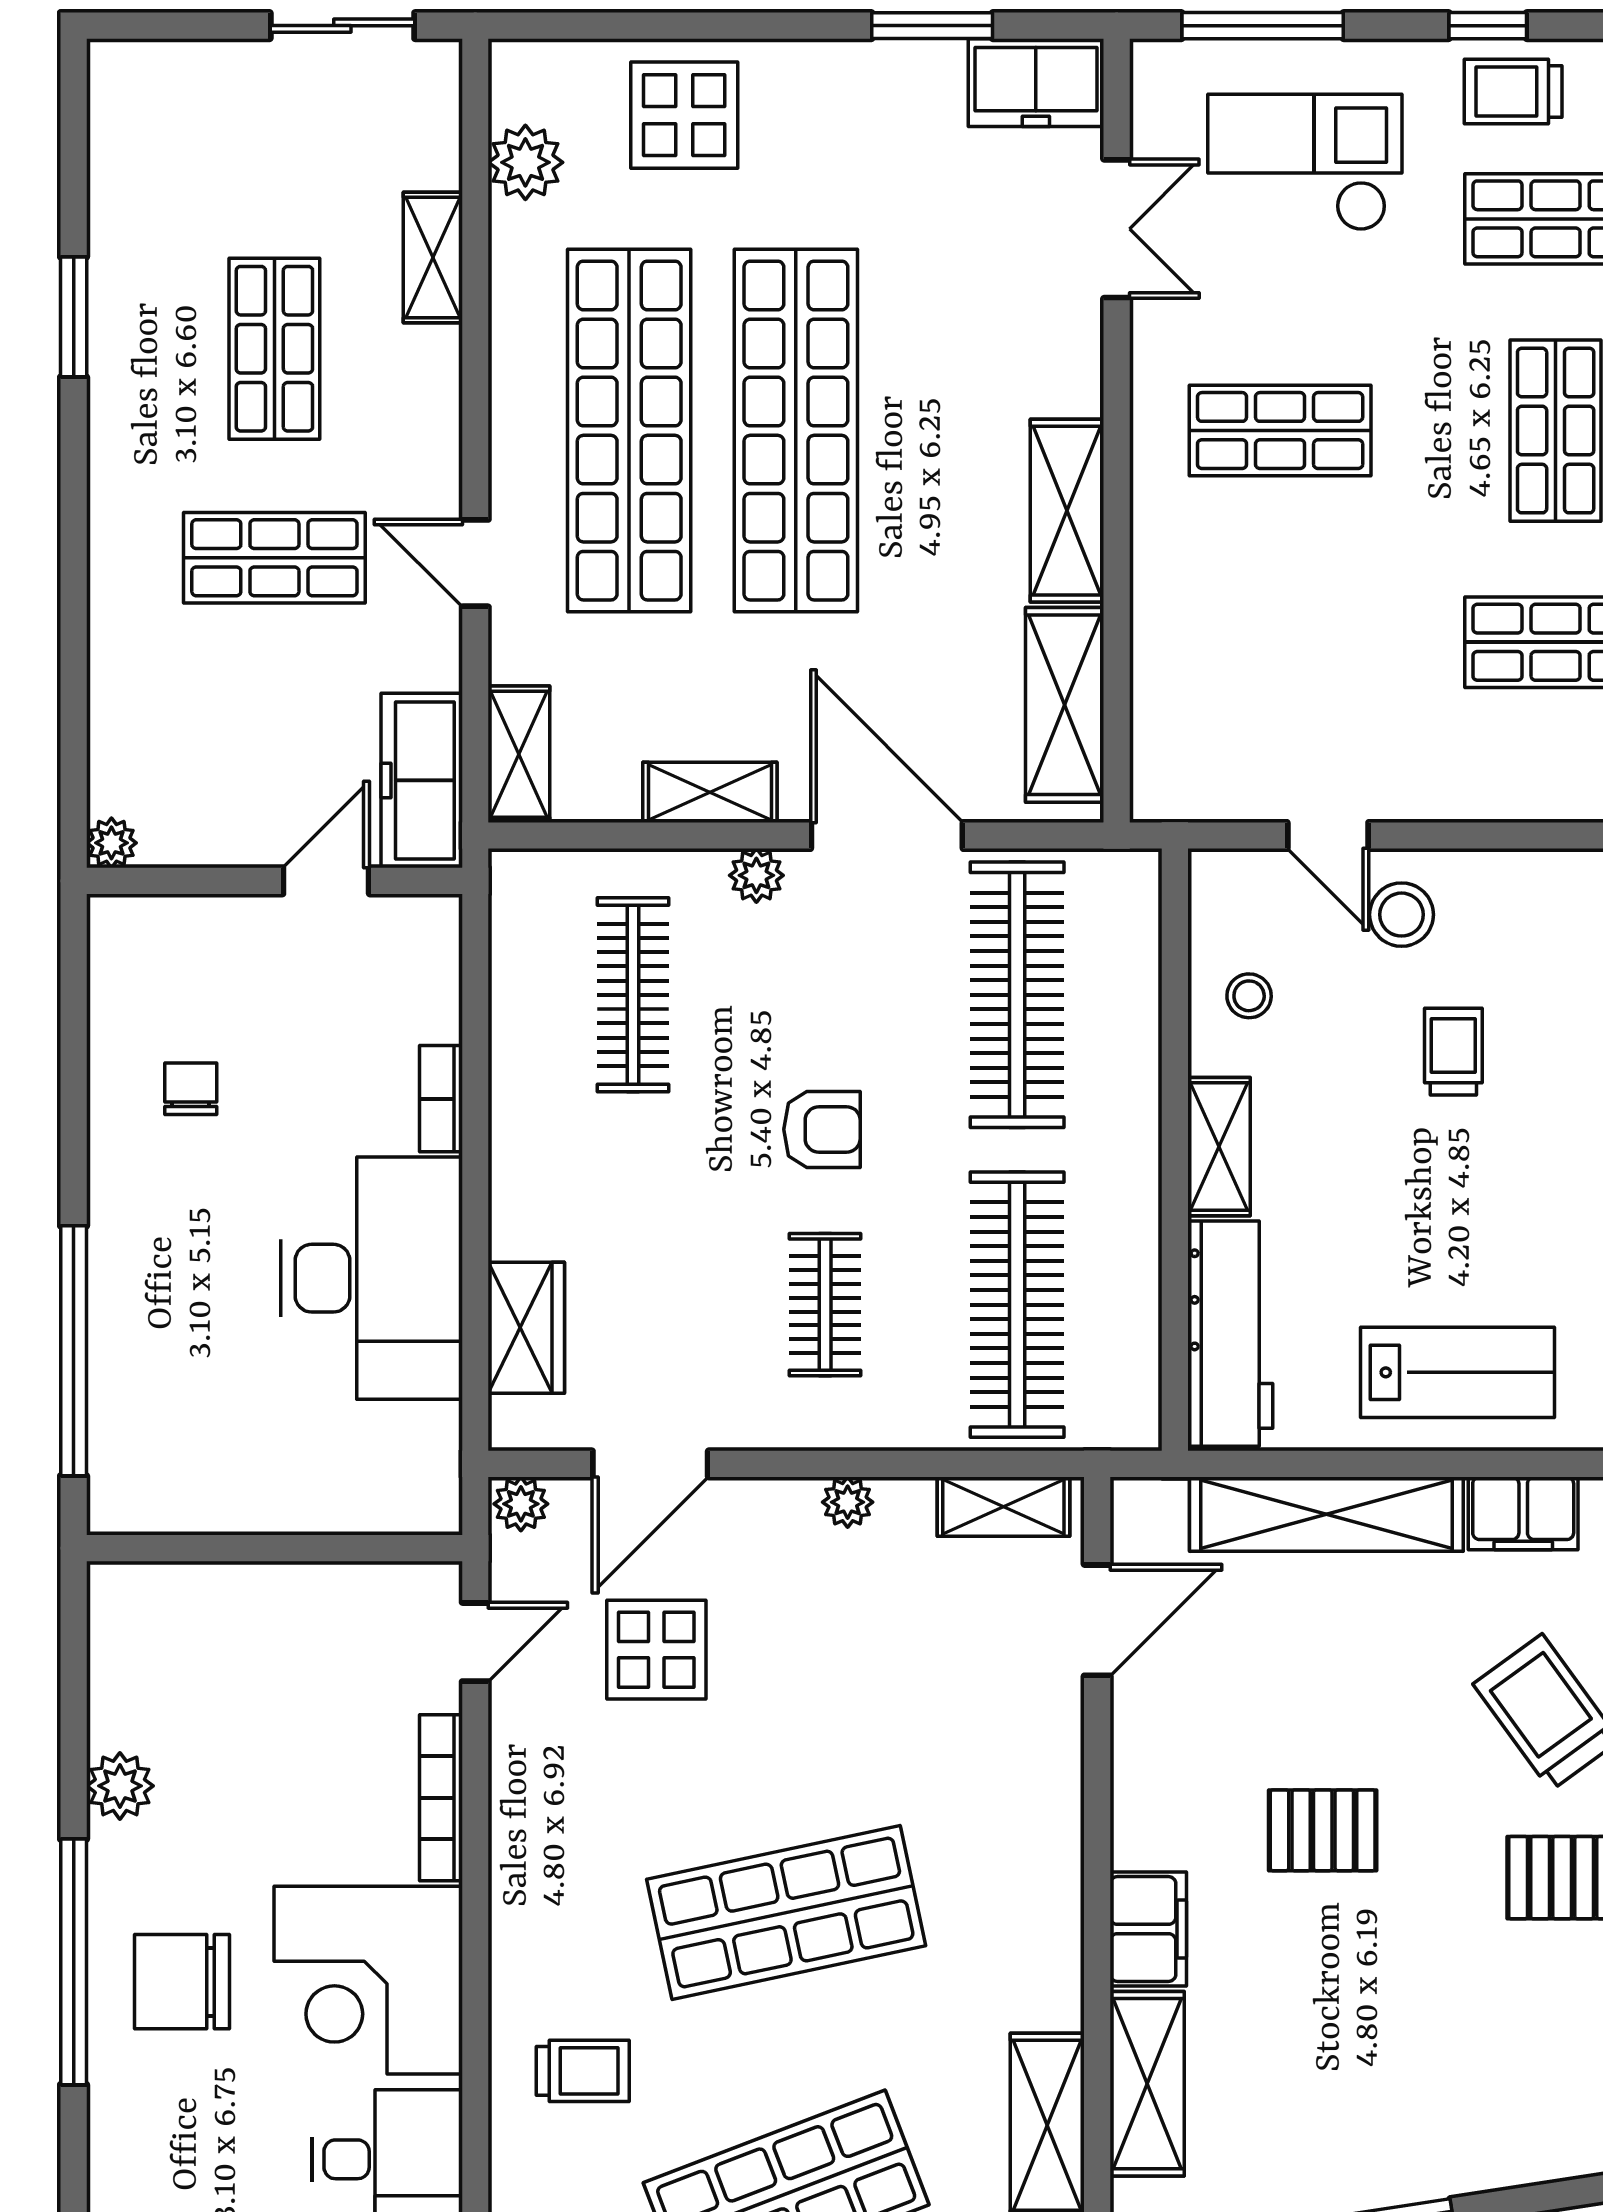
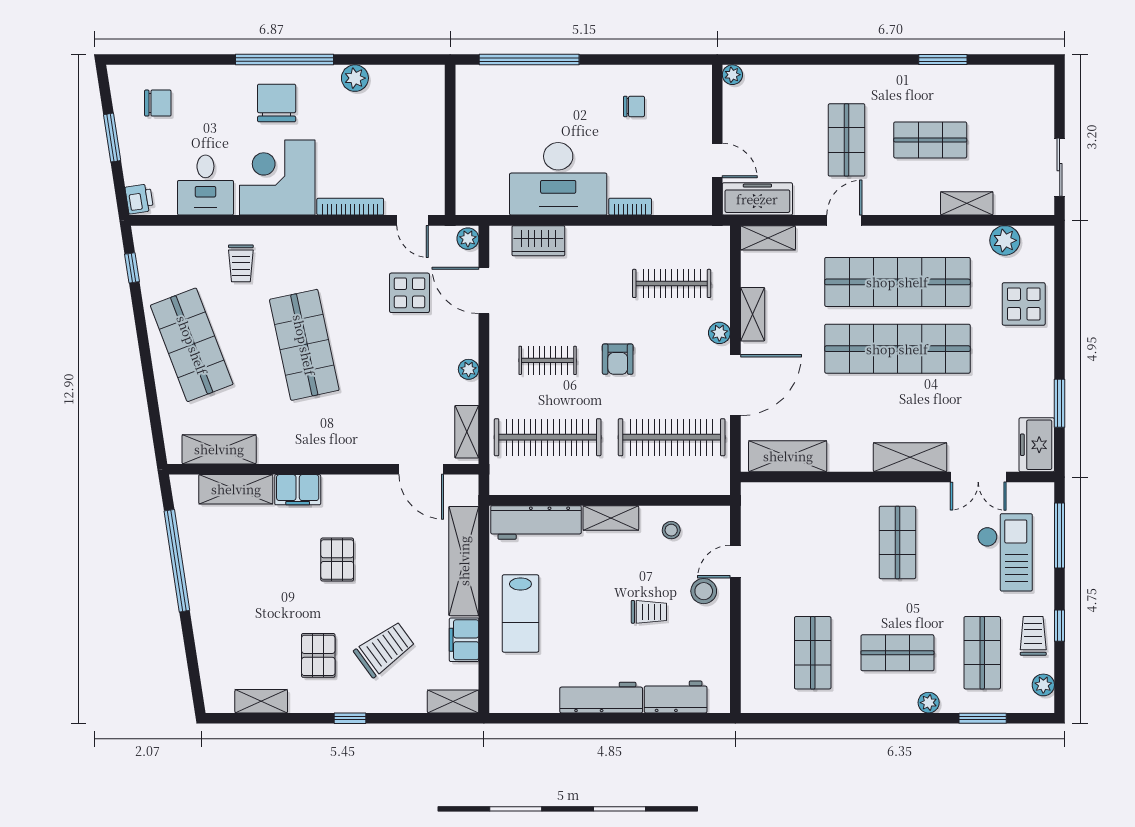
shelving: (1067, 511) -> (910, 457), moved

